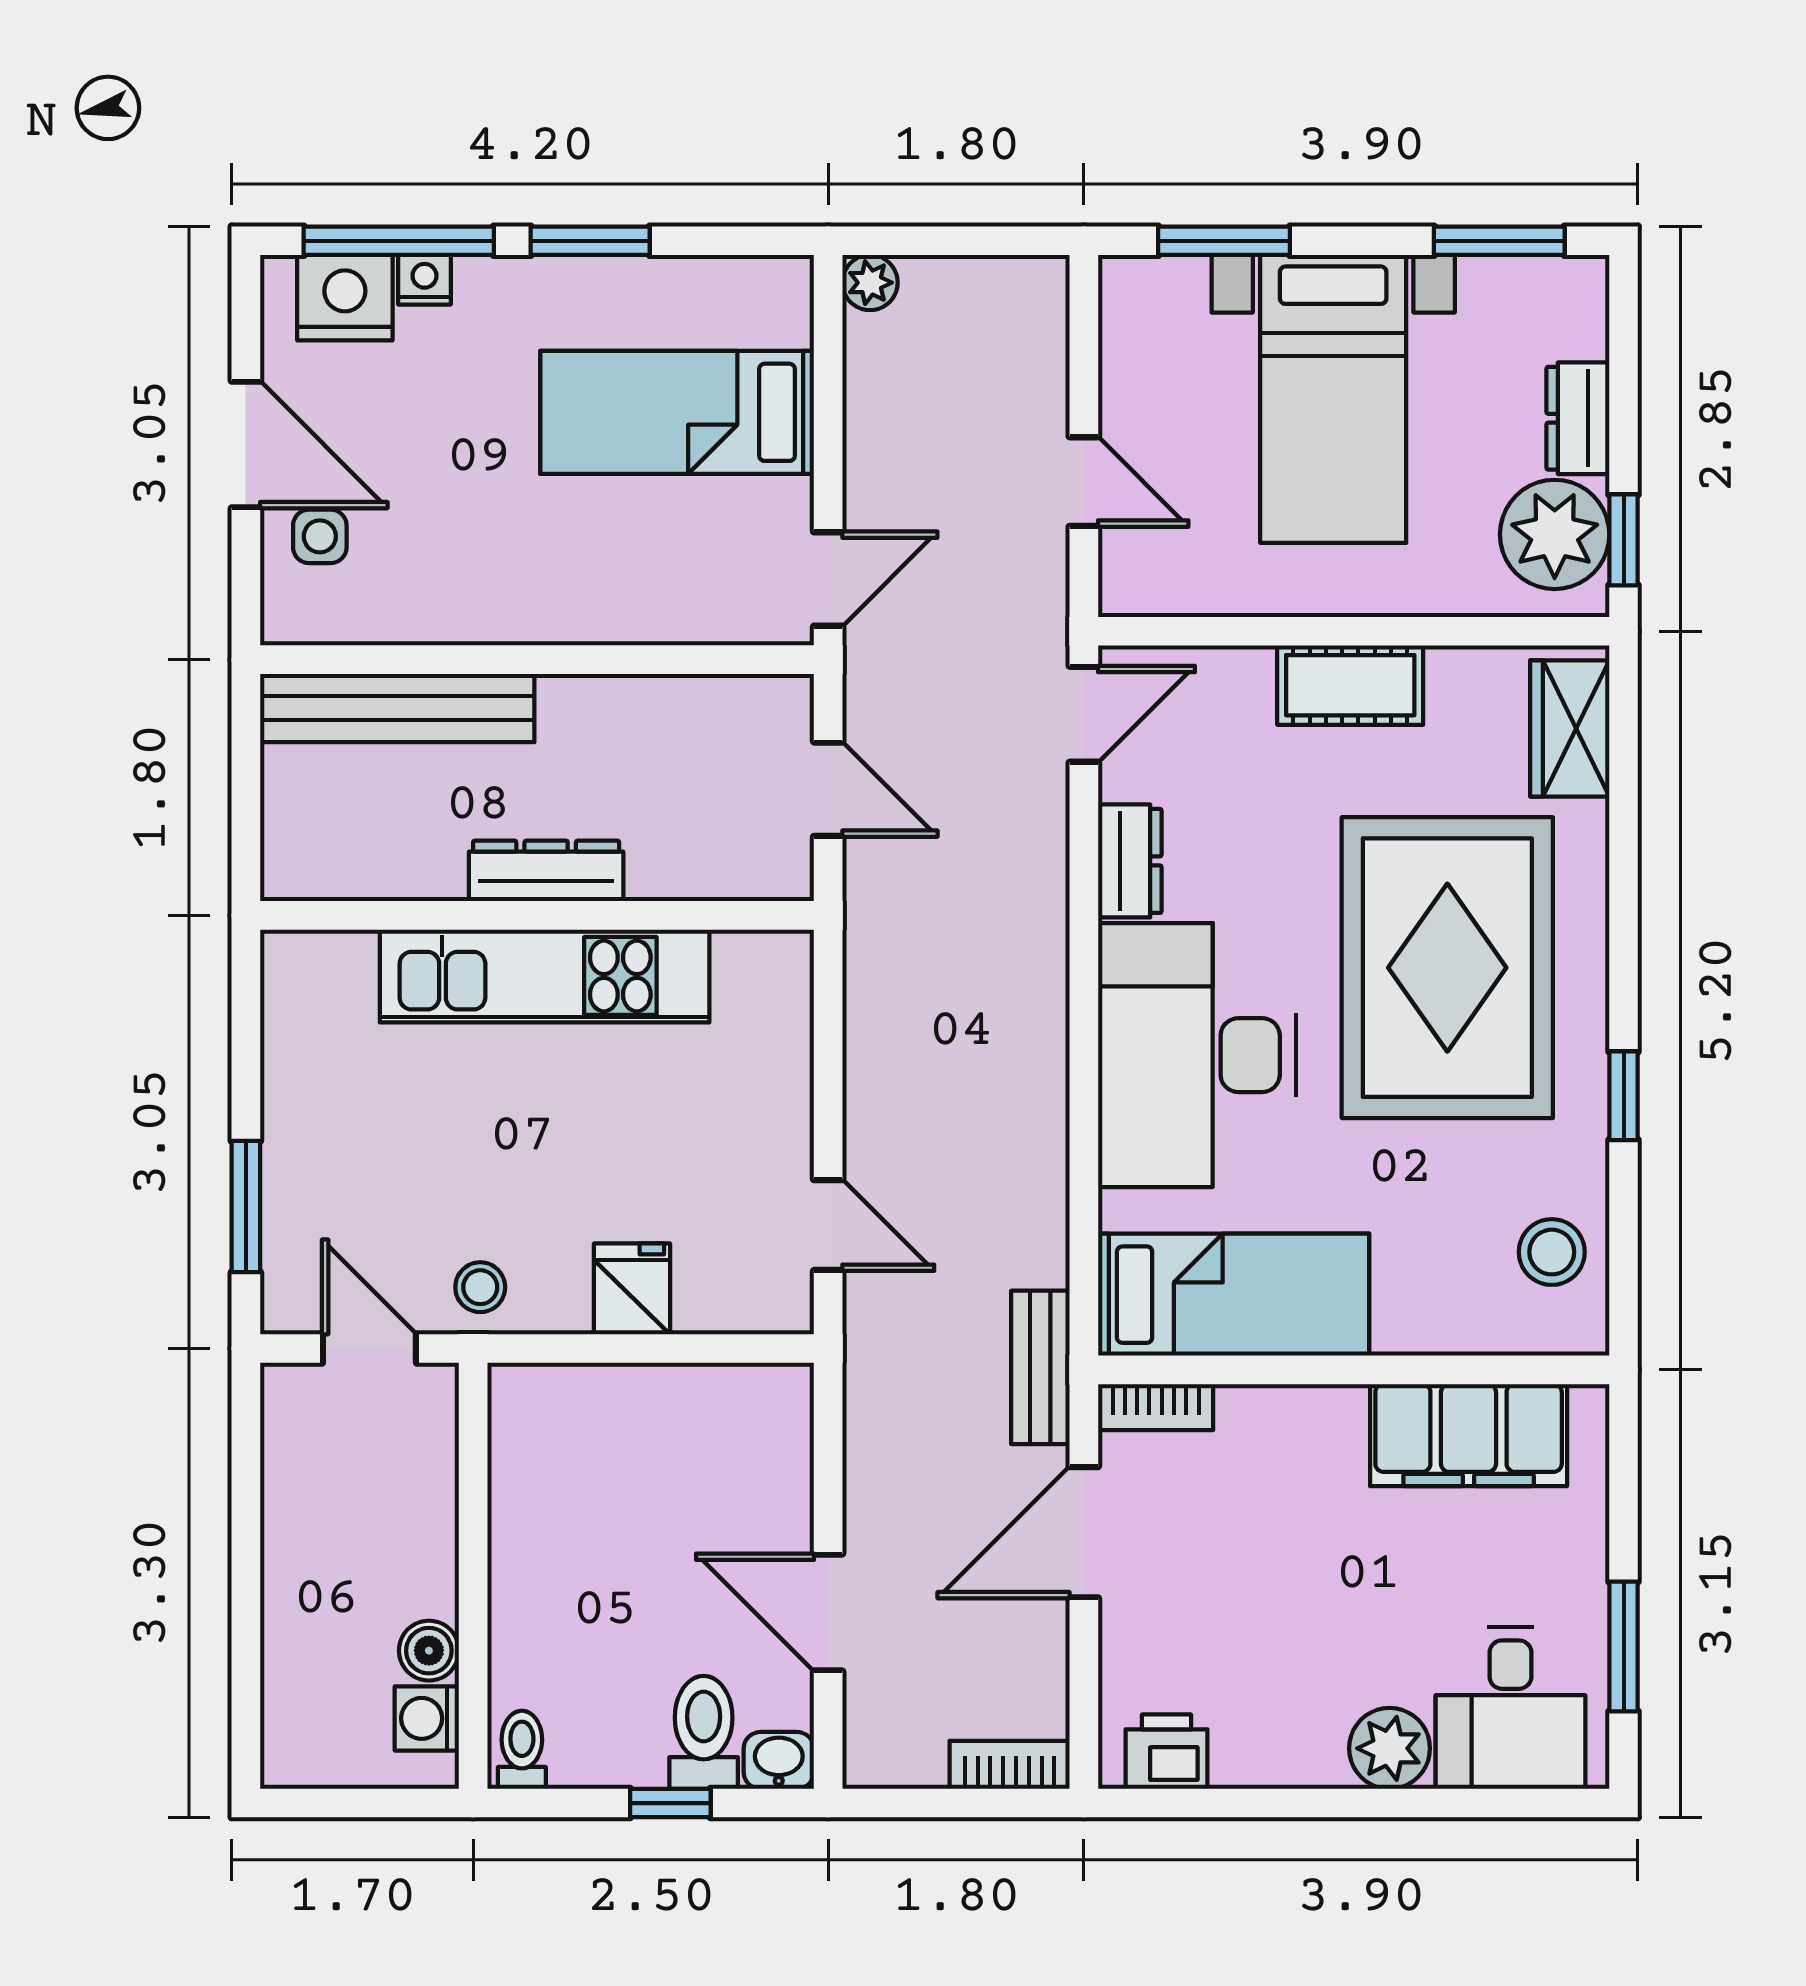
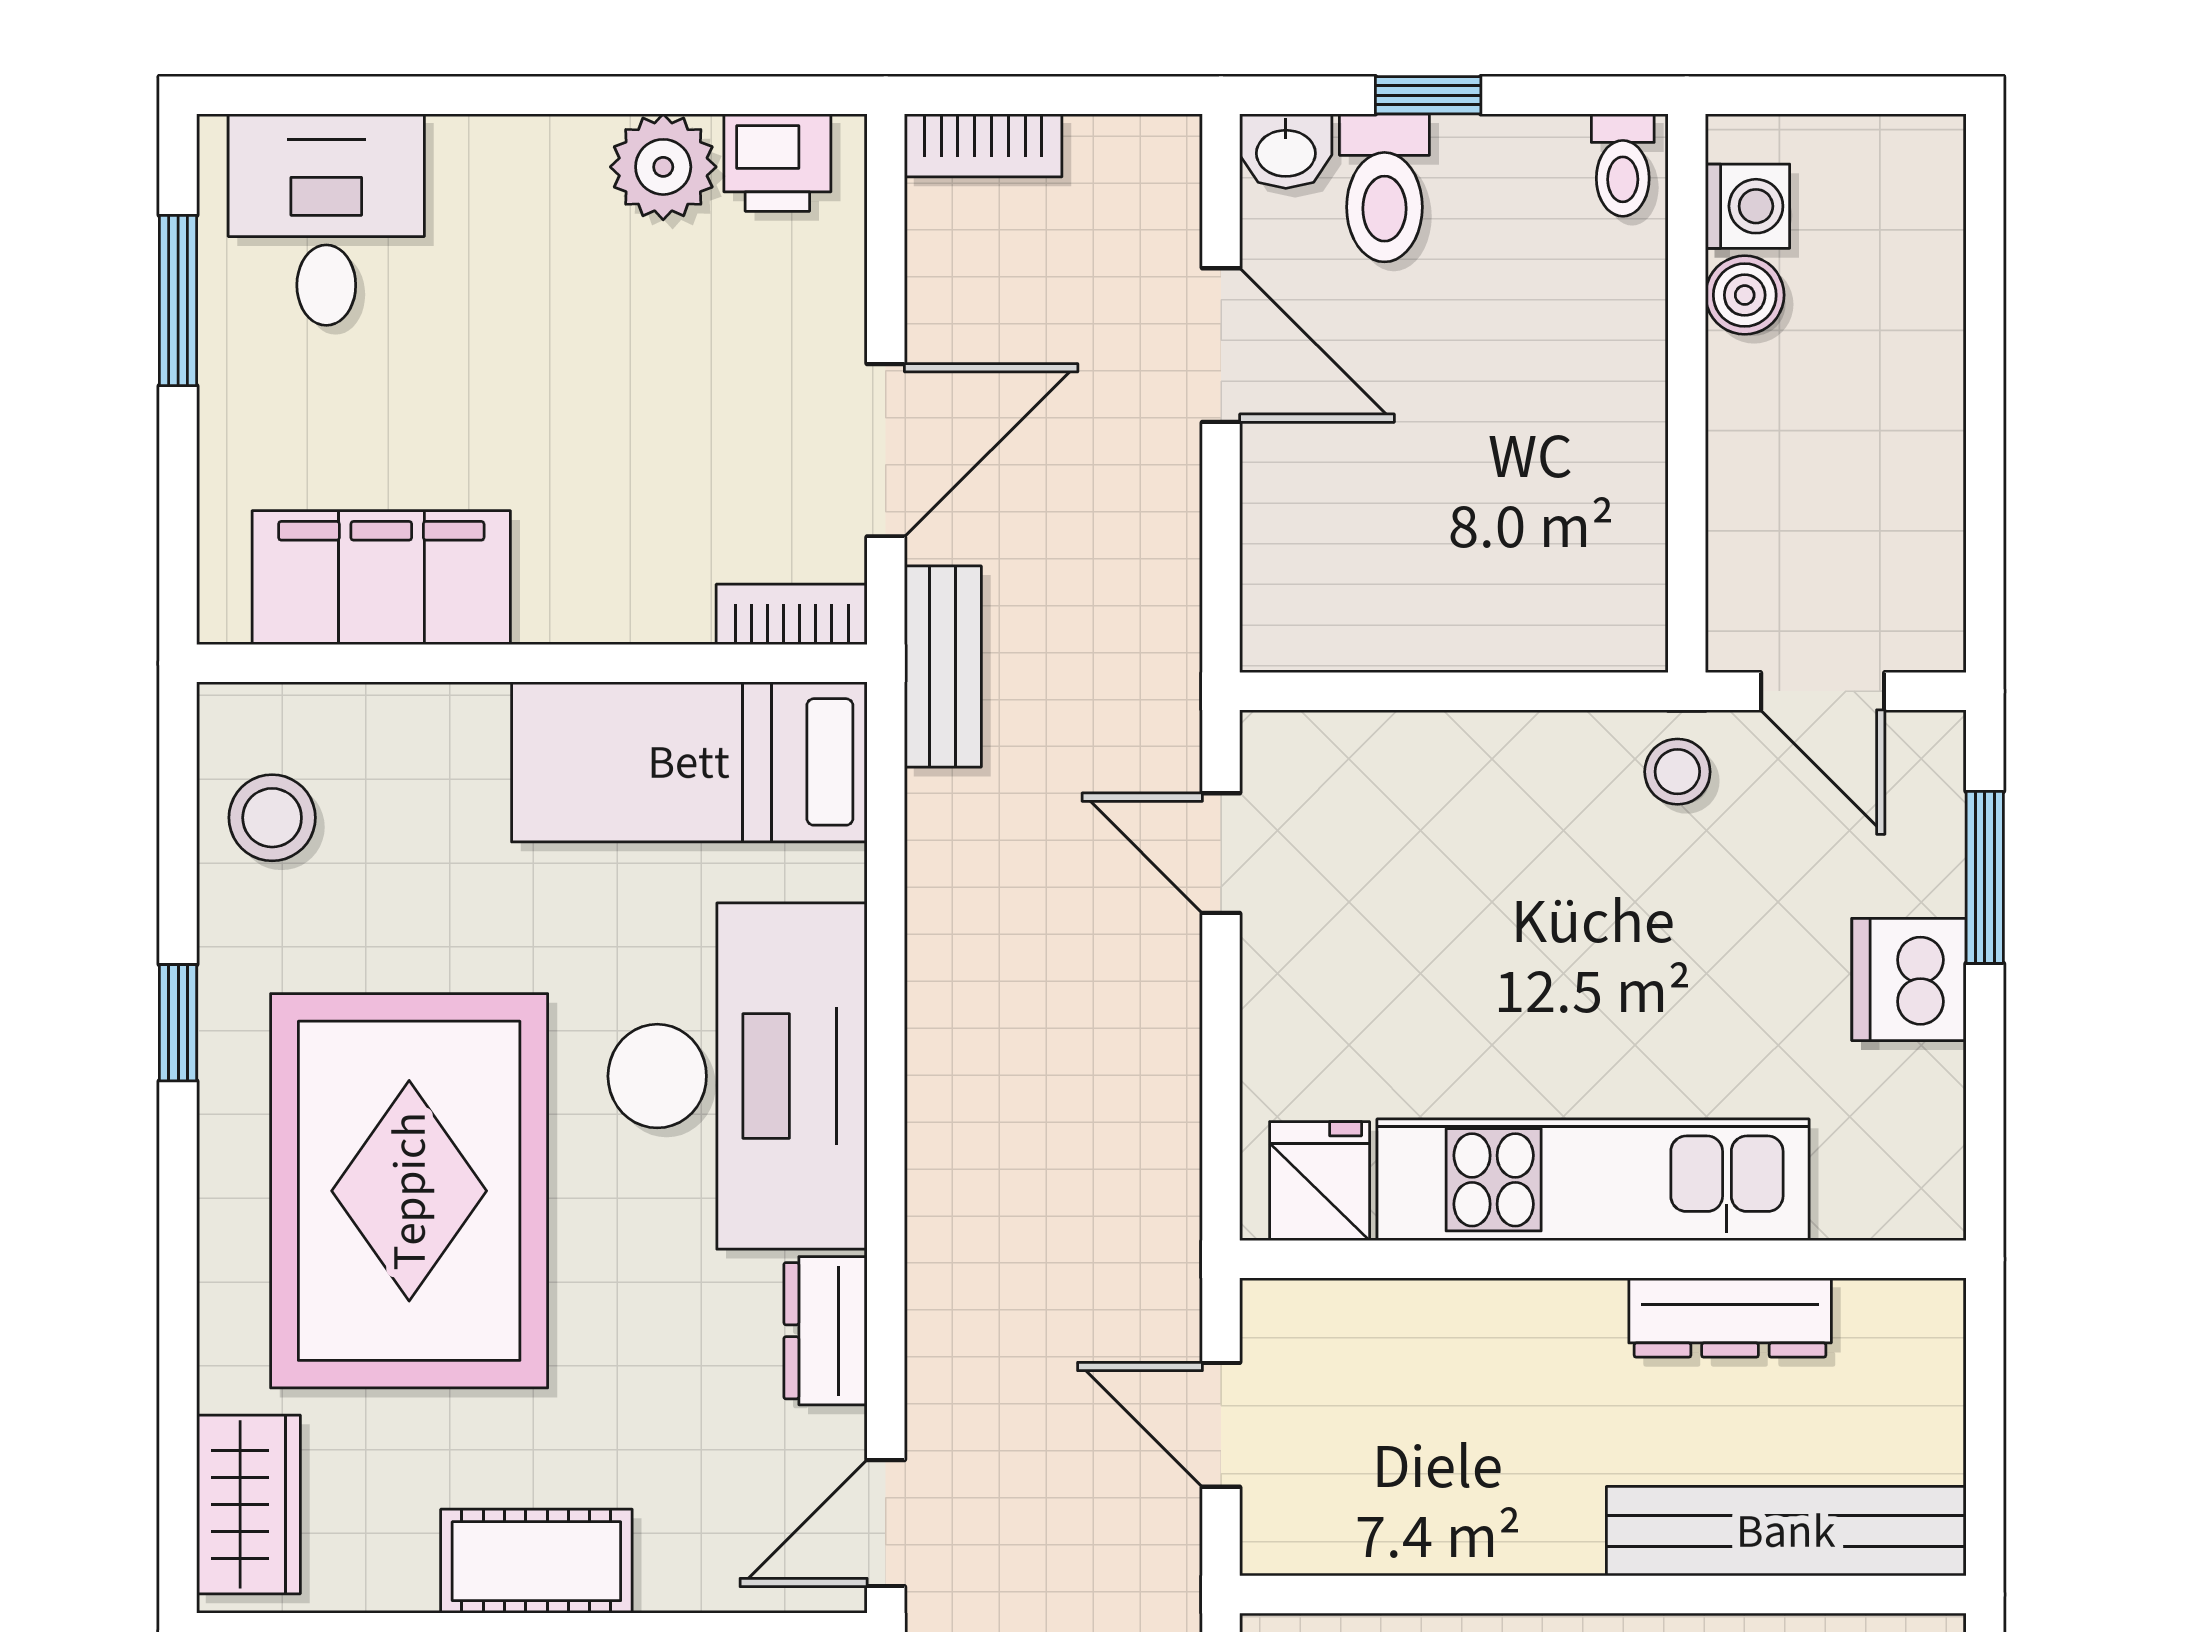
dresser: (546, 871) -> (1730, 1318), moved
dishwasher: (304, 1129) -> (1909, 979), added
fridge: (632, 1289) -> (1320, 1181), moved, turned 180
plant: (1390, 1748) -> (663, 167), moved

